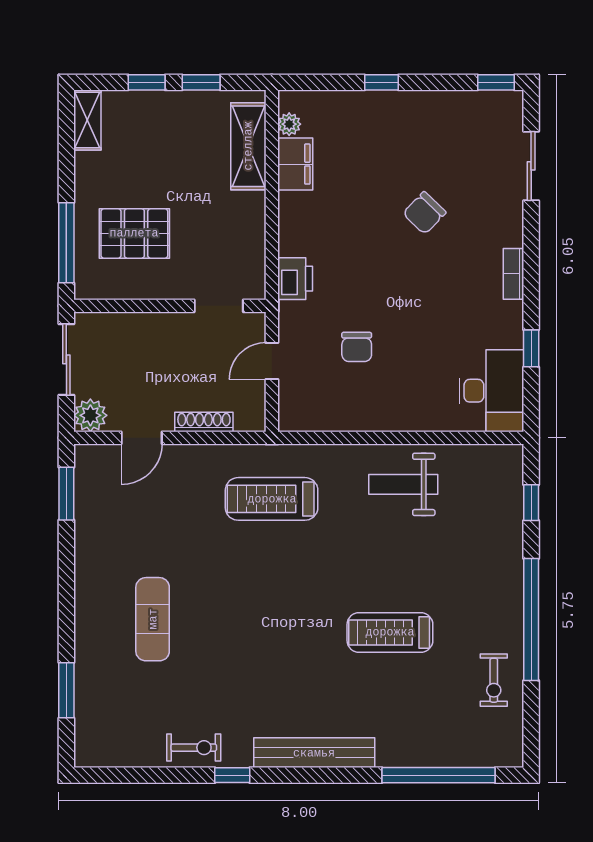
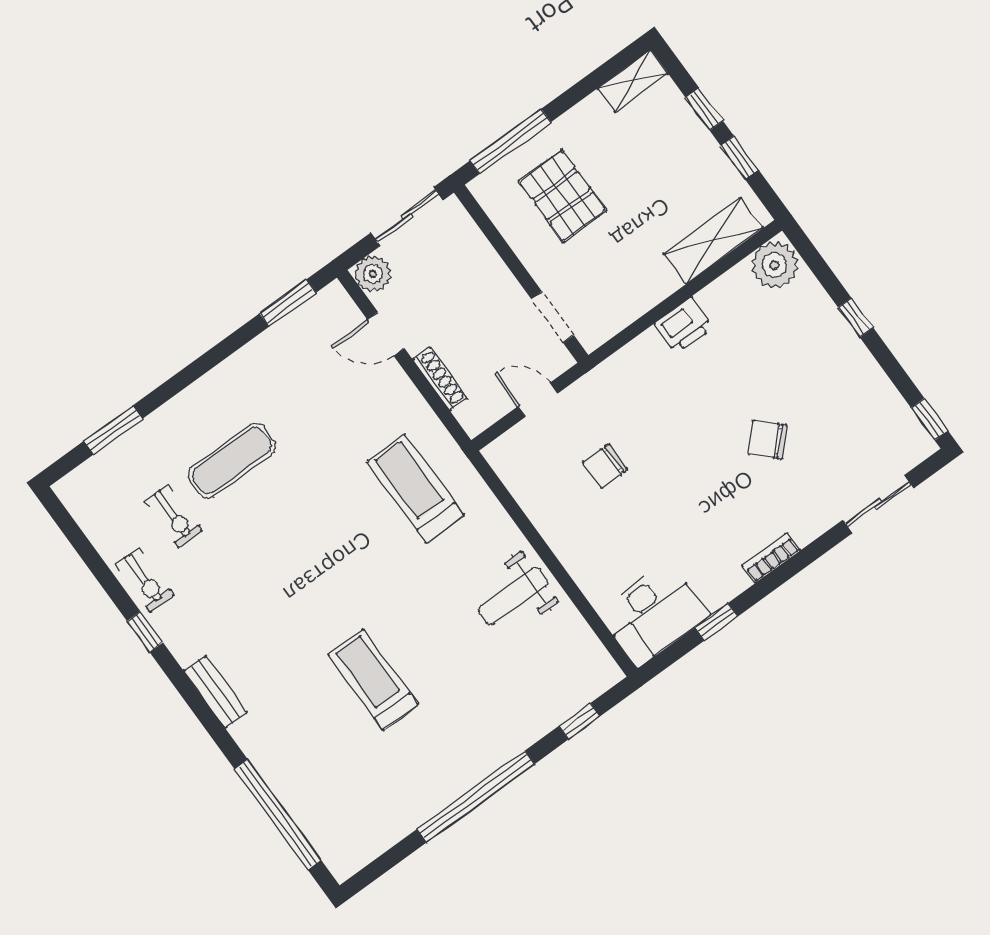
plant: (289, 124) -> (775, 265), width x1.87, depth x1.87
filing cabinet: (295, 164) -> (728, 294), removed
printer: (295, 279) -> (684, 325), moved
weight bench: (403, 484) -> (513, 596), turned -90
exercise bike: (494, 680) -> (174, 516), moved, turned -90
bench: (314, 753) -> (215, 692), width x0.54, depth x0.82

